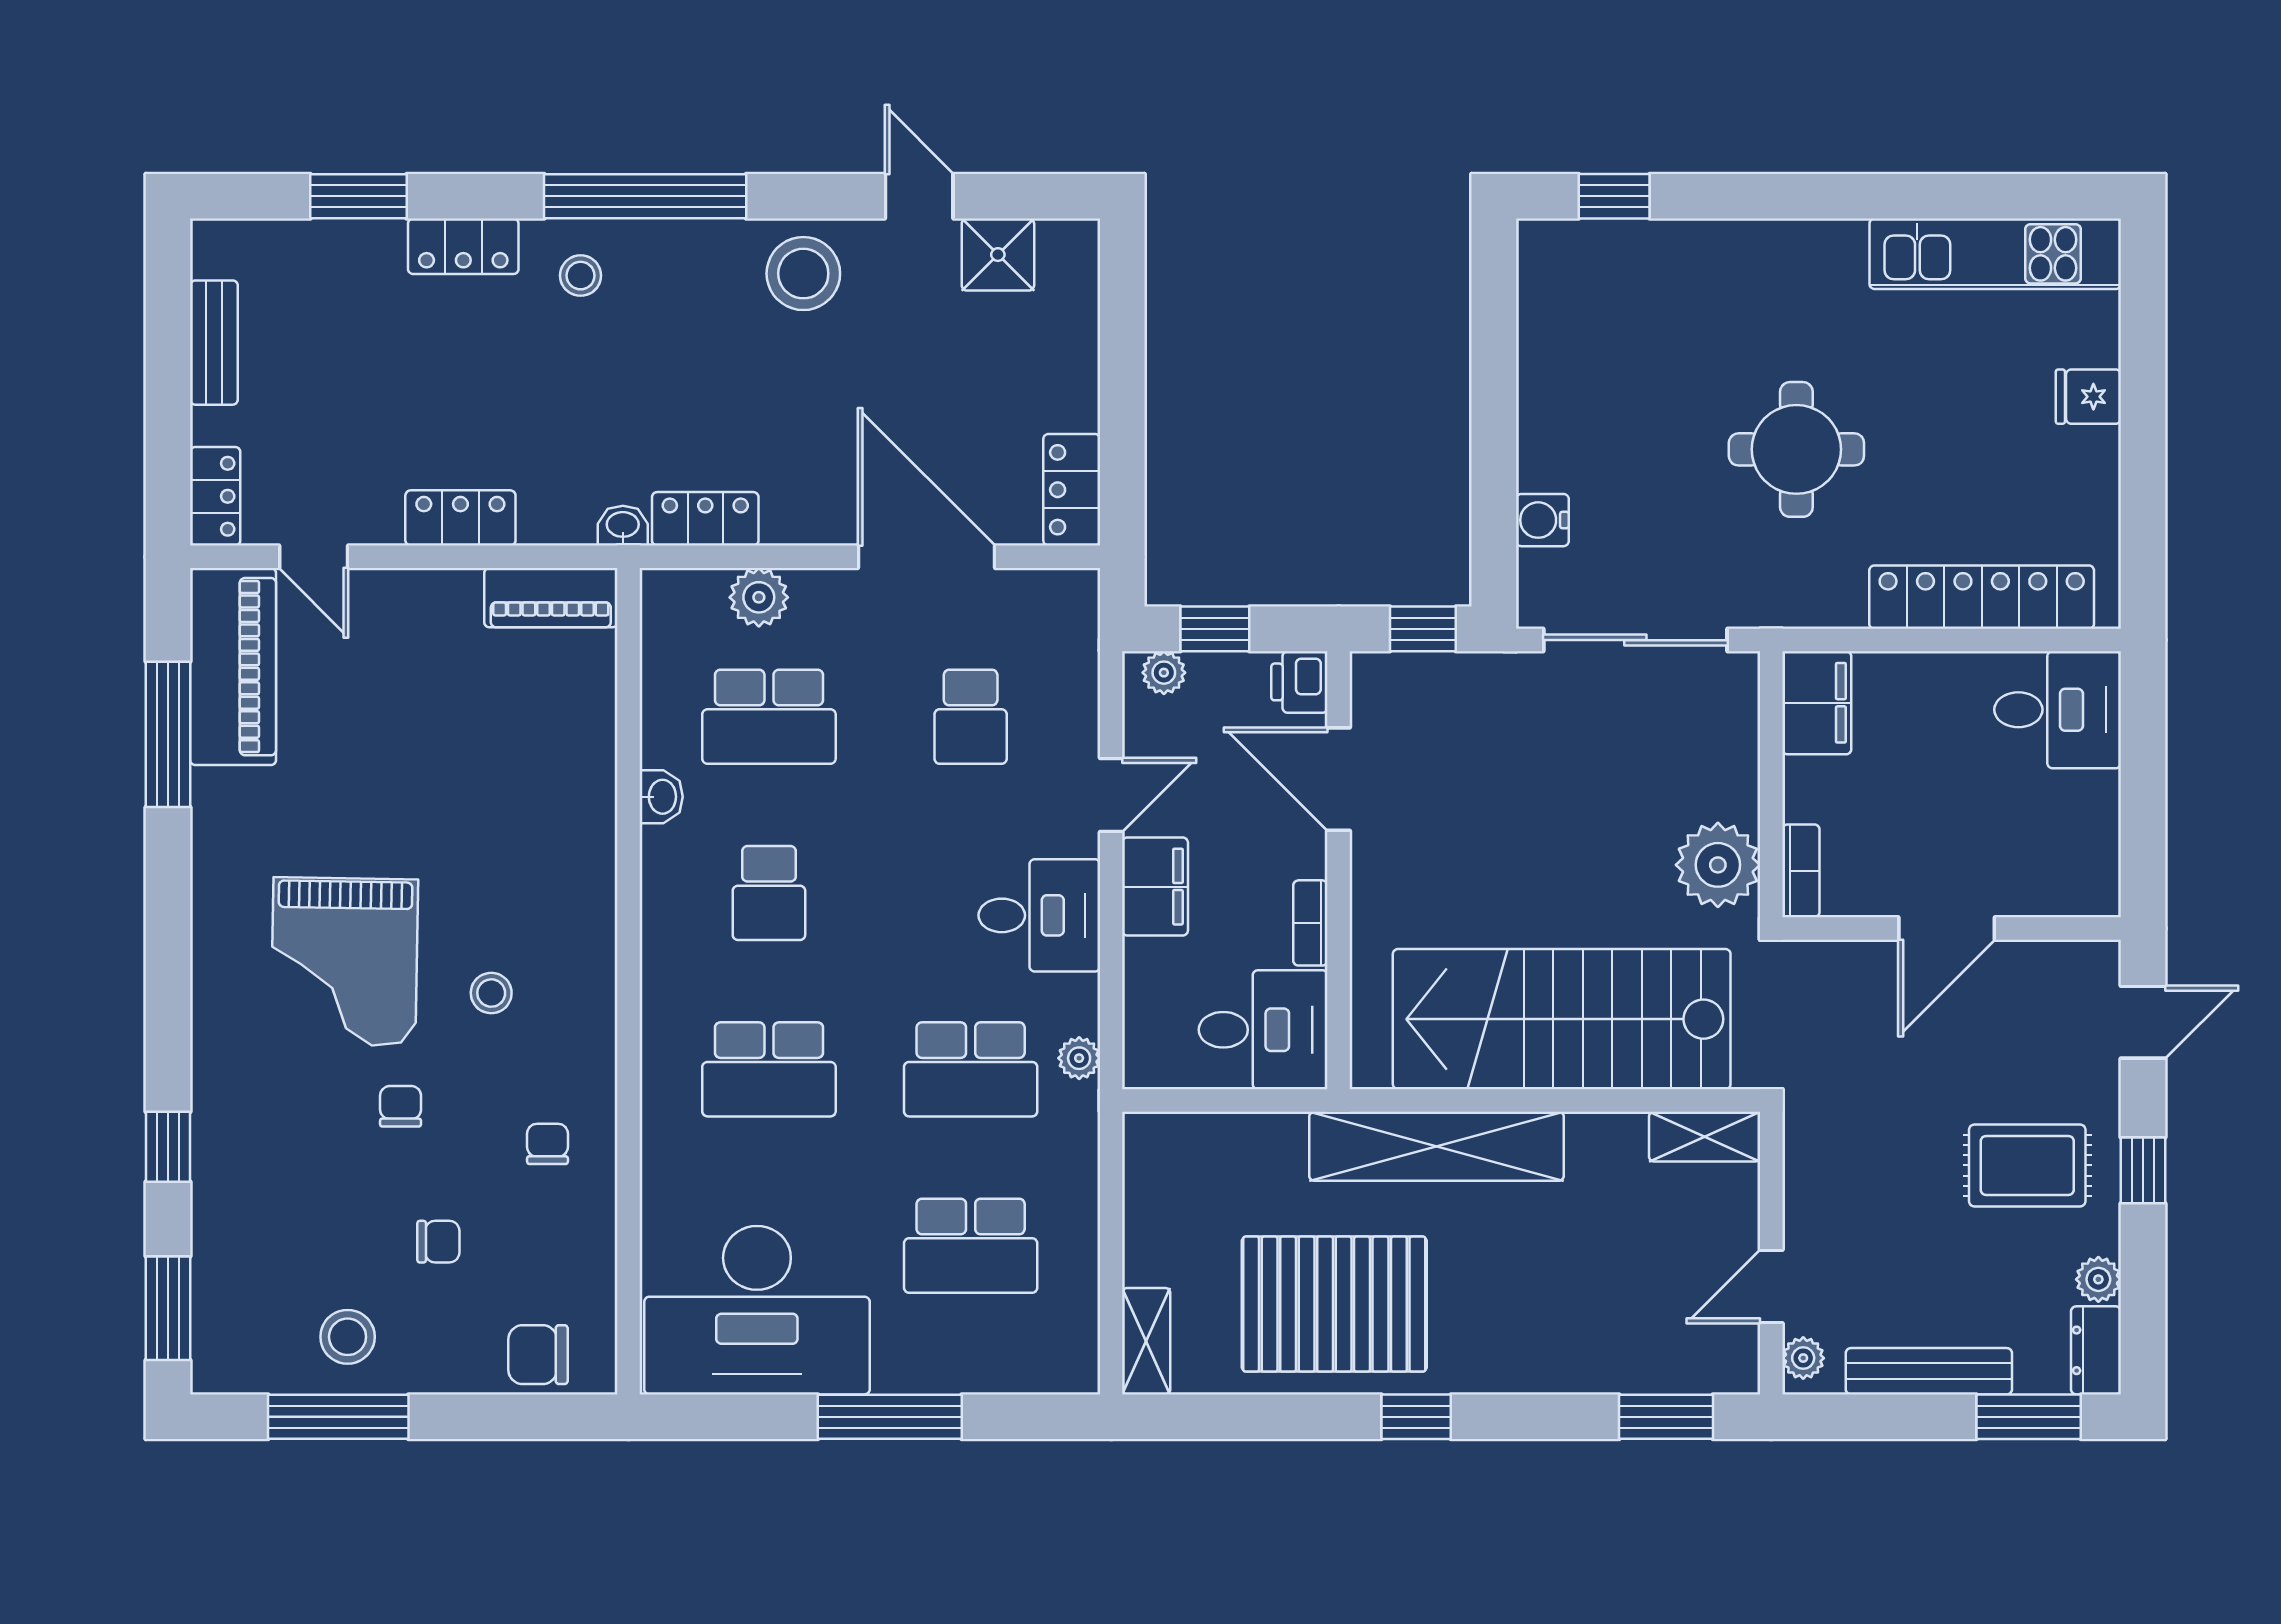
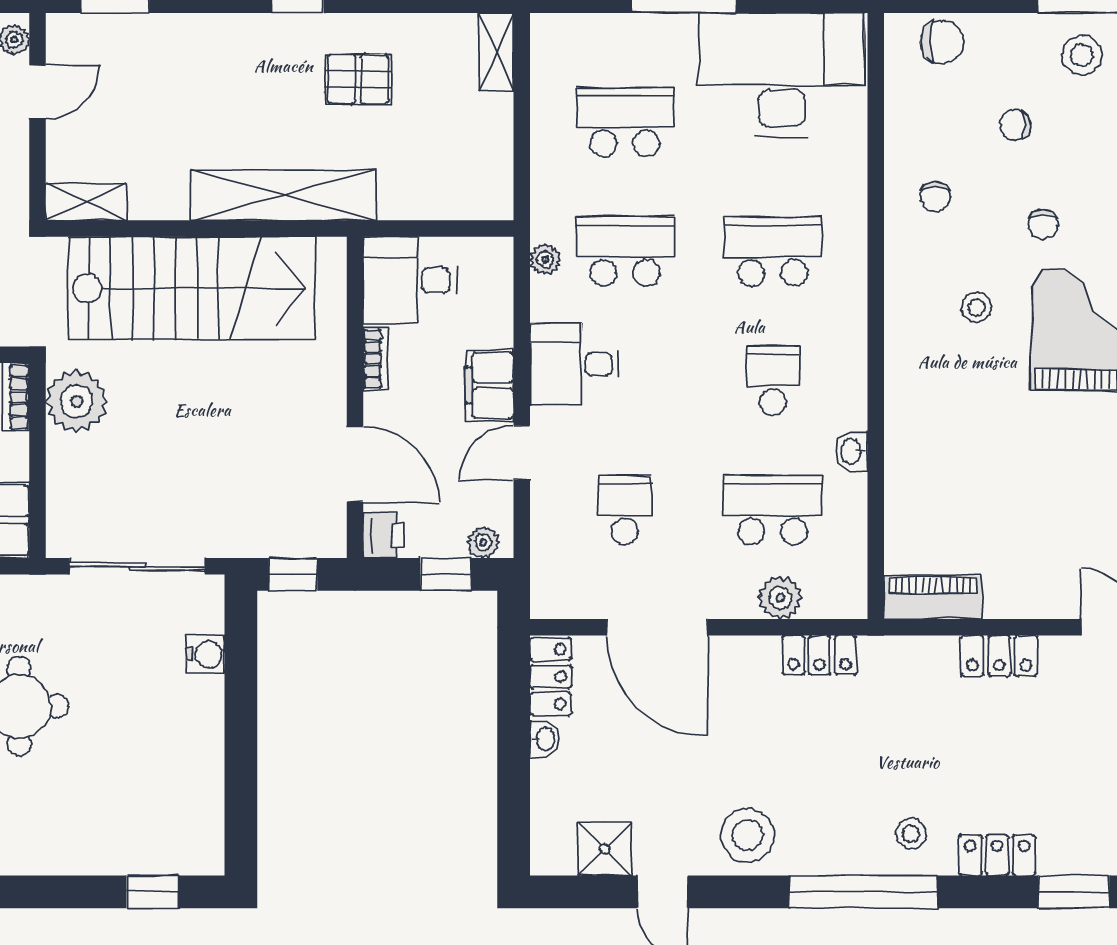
washbasin: (623, 526) -> (545, 739), moved, turned -90
pallet: (1334, 1304) -> (358, 79), width x0.49, depth x0.50

